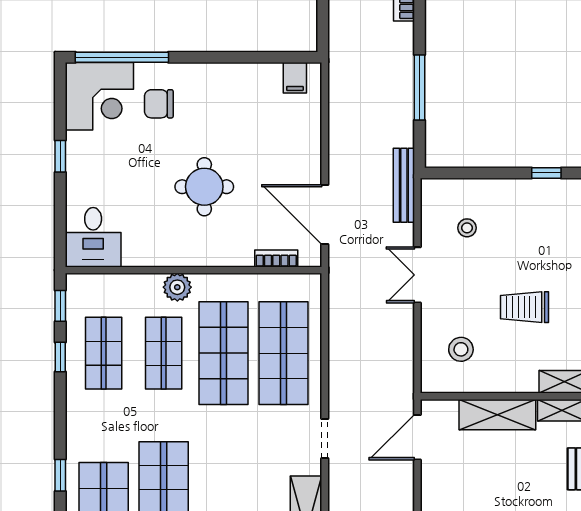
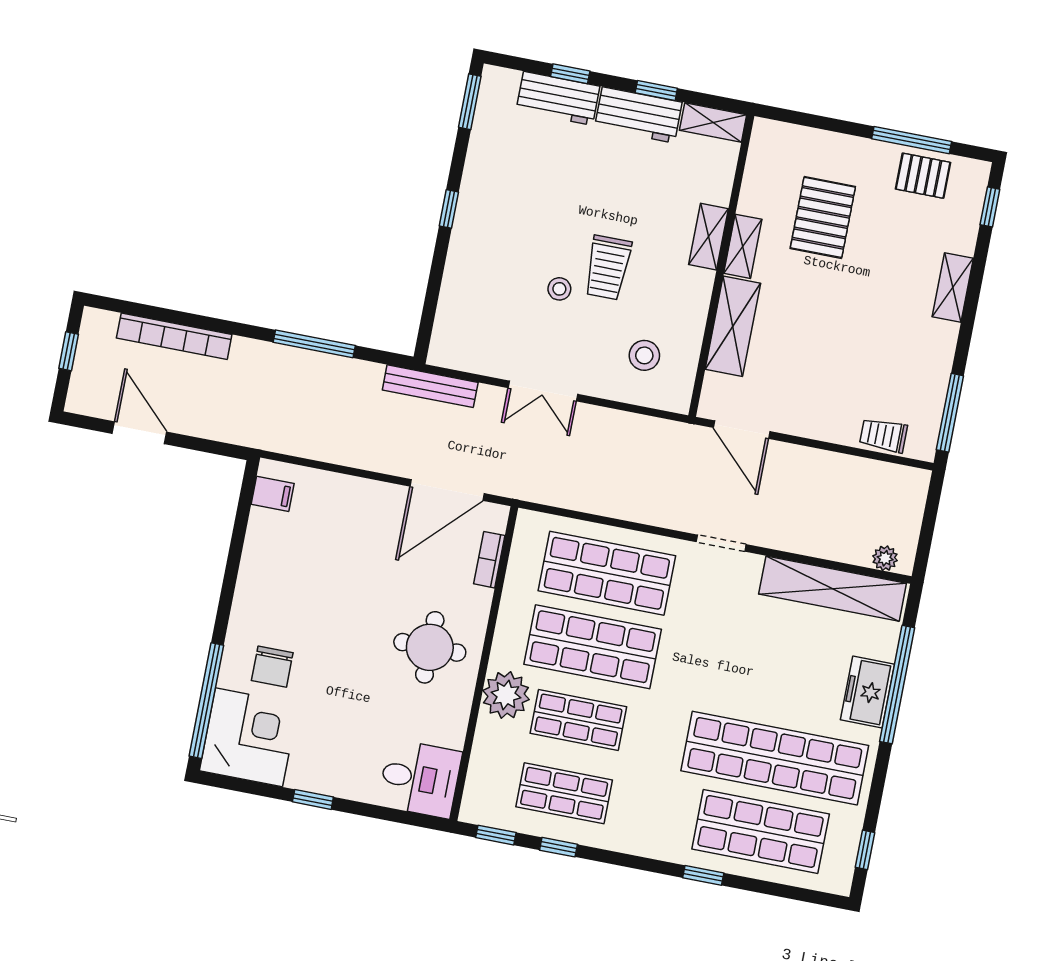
round table: (204, 187) -> (430, 647), moved
stool: (467, 228) -> (559, 289), moved
plant: (177, 287) -> (506, 695), width x1.36, depth x1.36

